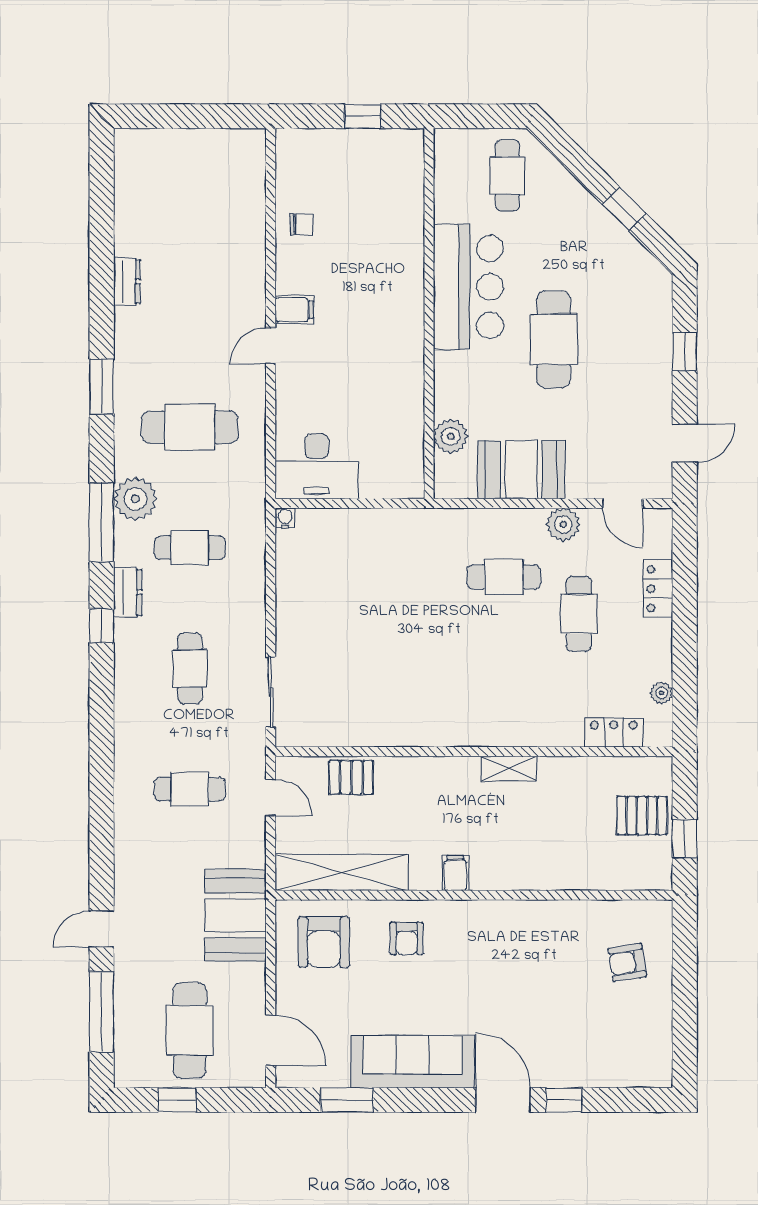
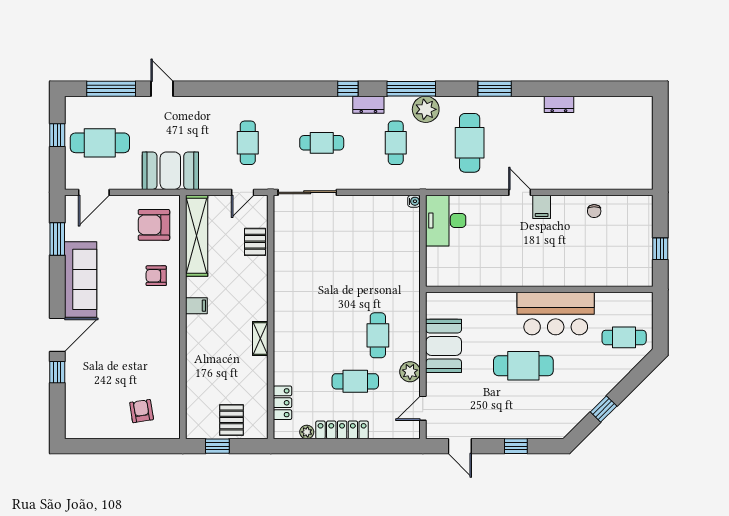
plant: (451, 436) -> (464, 303), removed
locker: (658, 589) -> (342, 430), moved, width x1.53
sliding door: (271, 692) -> (307, 192), width x1.37

